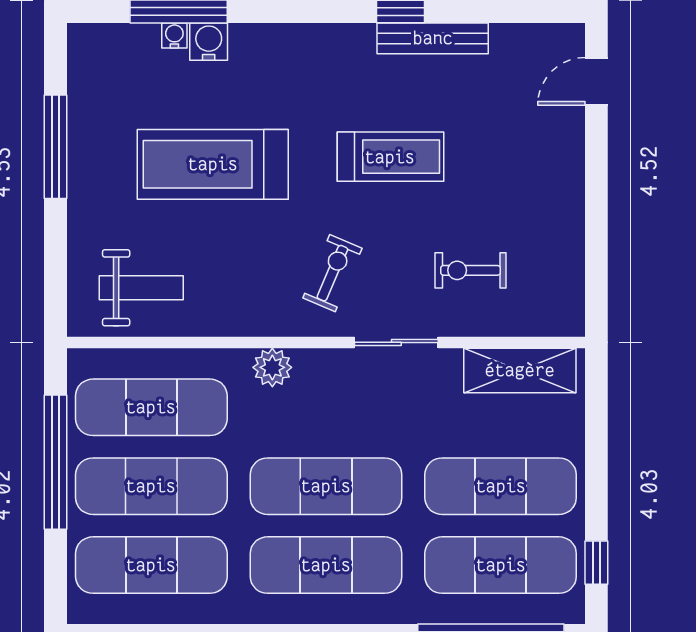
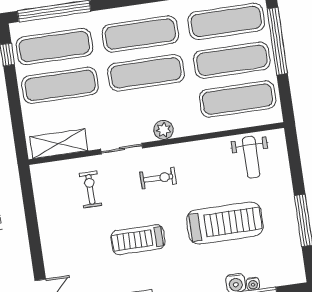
exercise bike: (471, 270) -> (90, 189), turned -90
exercise bike: (332, 273) -> (158, 178), turned -113
weight bench: (141, 288) -> (251, 157), turned -90
plant: (272, 367) -> (164, 130), moved
window: (56, 462) -> (277, 41), moved

